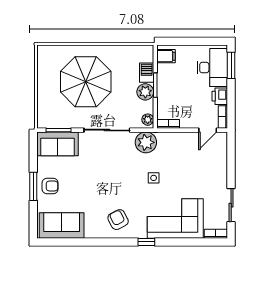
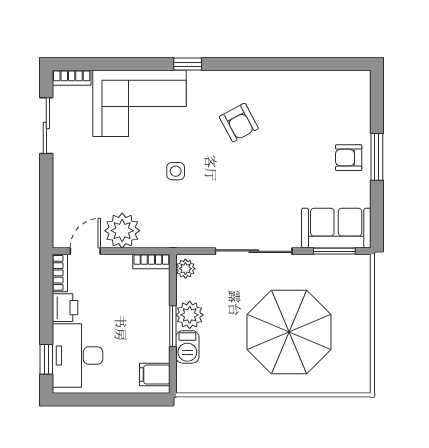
window: (231, 65) -> (46, 359), width x0.67
plant: (146, 142) -> (122, 231), moved
armchair: (118, 220) -> (239, 123), moved
sofa: (62, 226) -> (329, 92), removed

